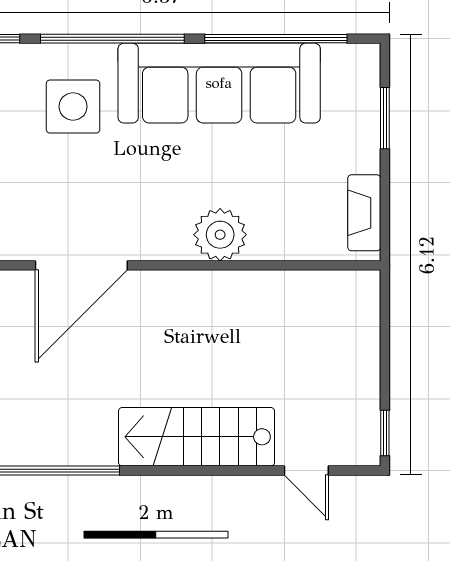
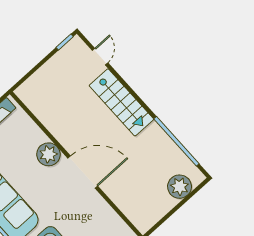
door: (81, 265) -> (83, 172), moved

